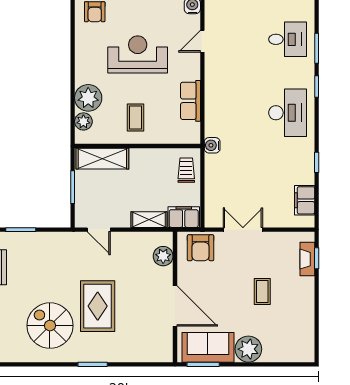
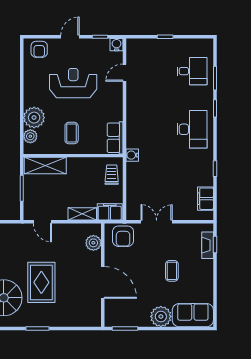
row of seats: (190, 101) -> (115, 138), moved
sofa: (208, 347) -> (193, 315), moved

